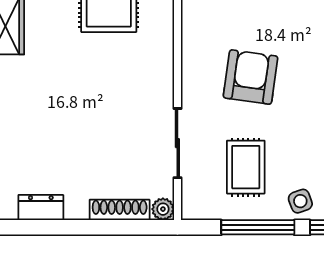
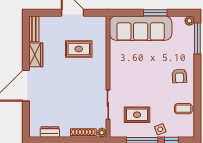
armchair: (251, 77) -> (139, 76), removed
rug: (246, 167) -> (137, 115), turned 90

